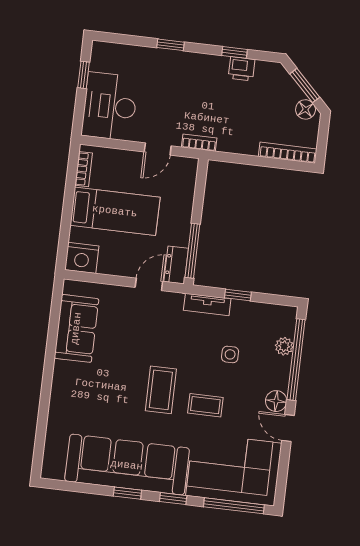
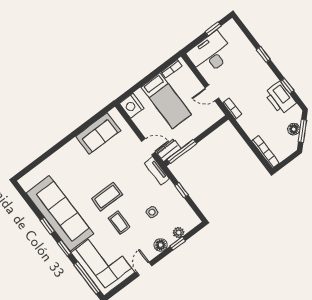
printer: (242, 69) -> (280, 98), width x1.87, depth x1.48
floor lamp: (306, 109) -> (294, 129), moved
tv unit: (207, 304) -> (157, 171), moved
window: (296, 360) -> (178, 243), width x0.32
floor lamp: (276, 401) -> (161, 245), moved

